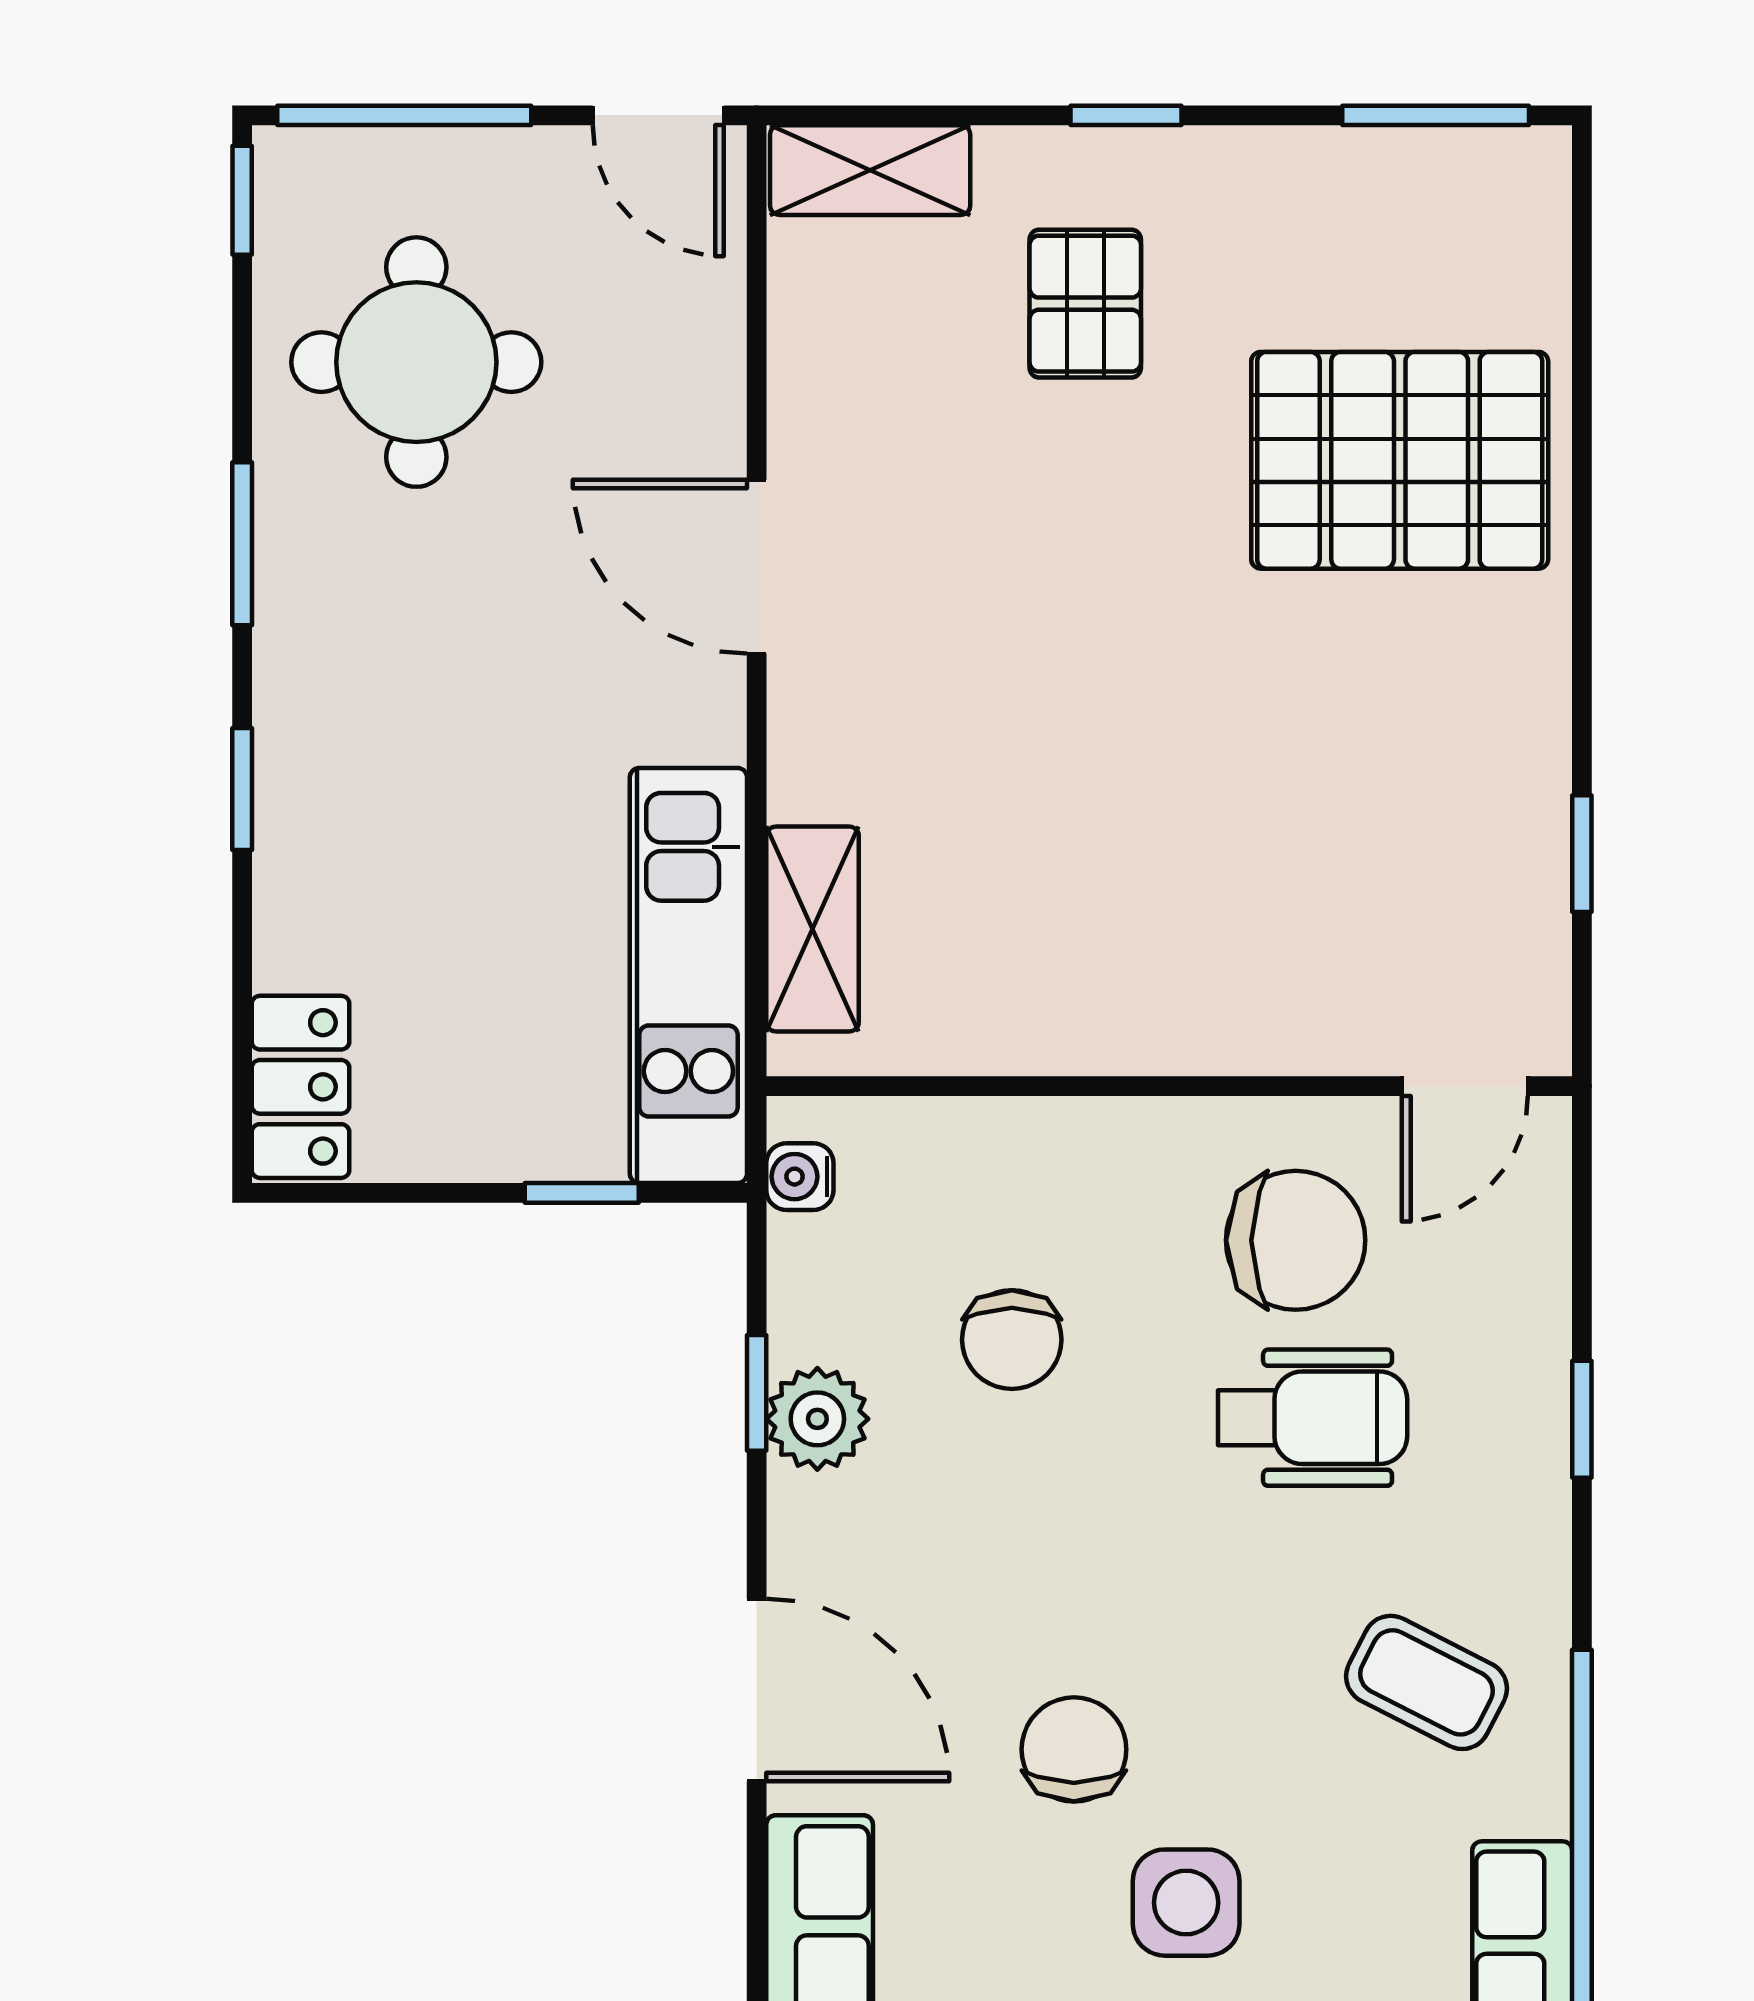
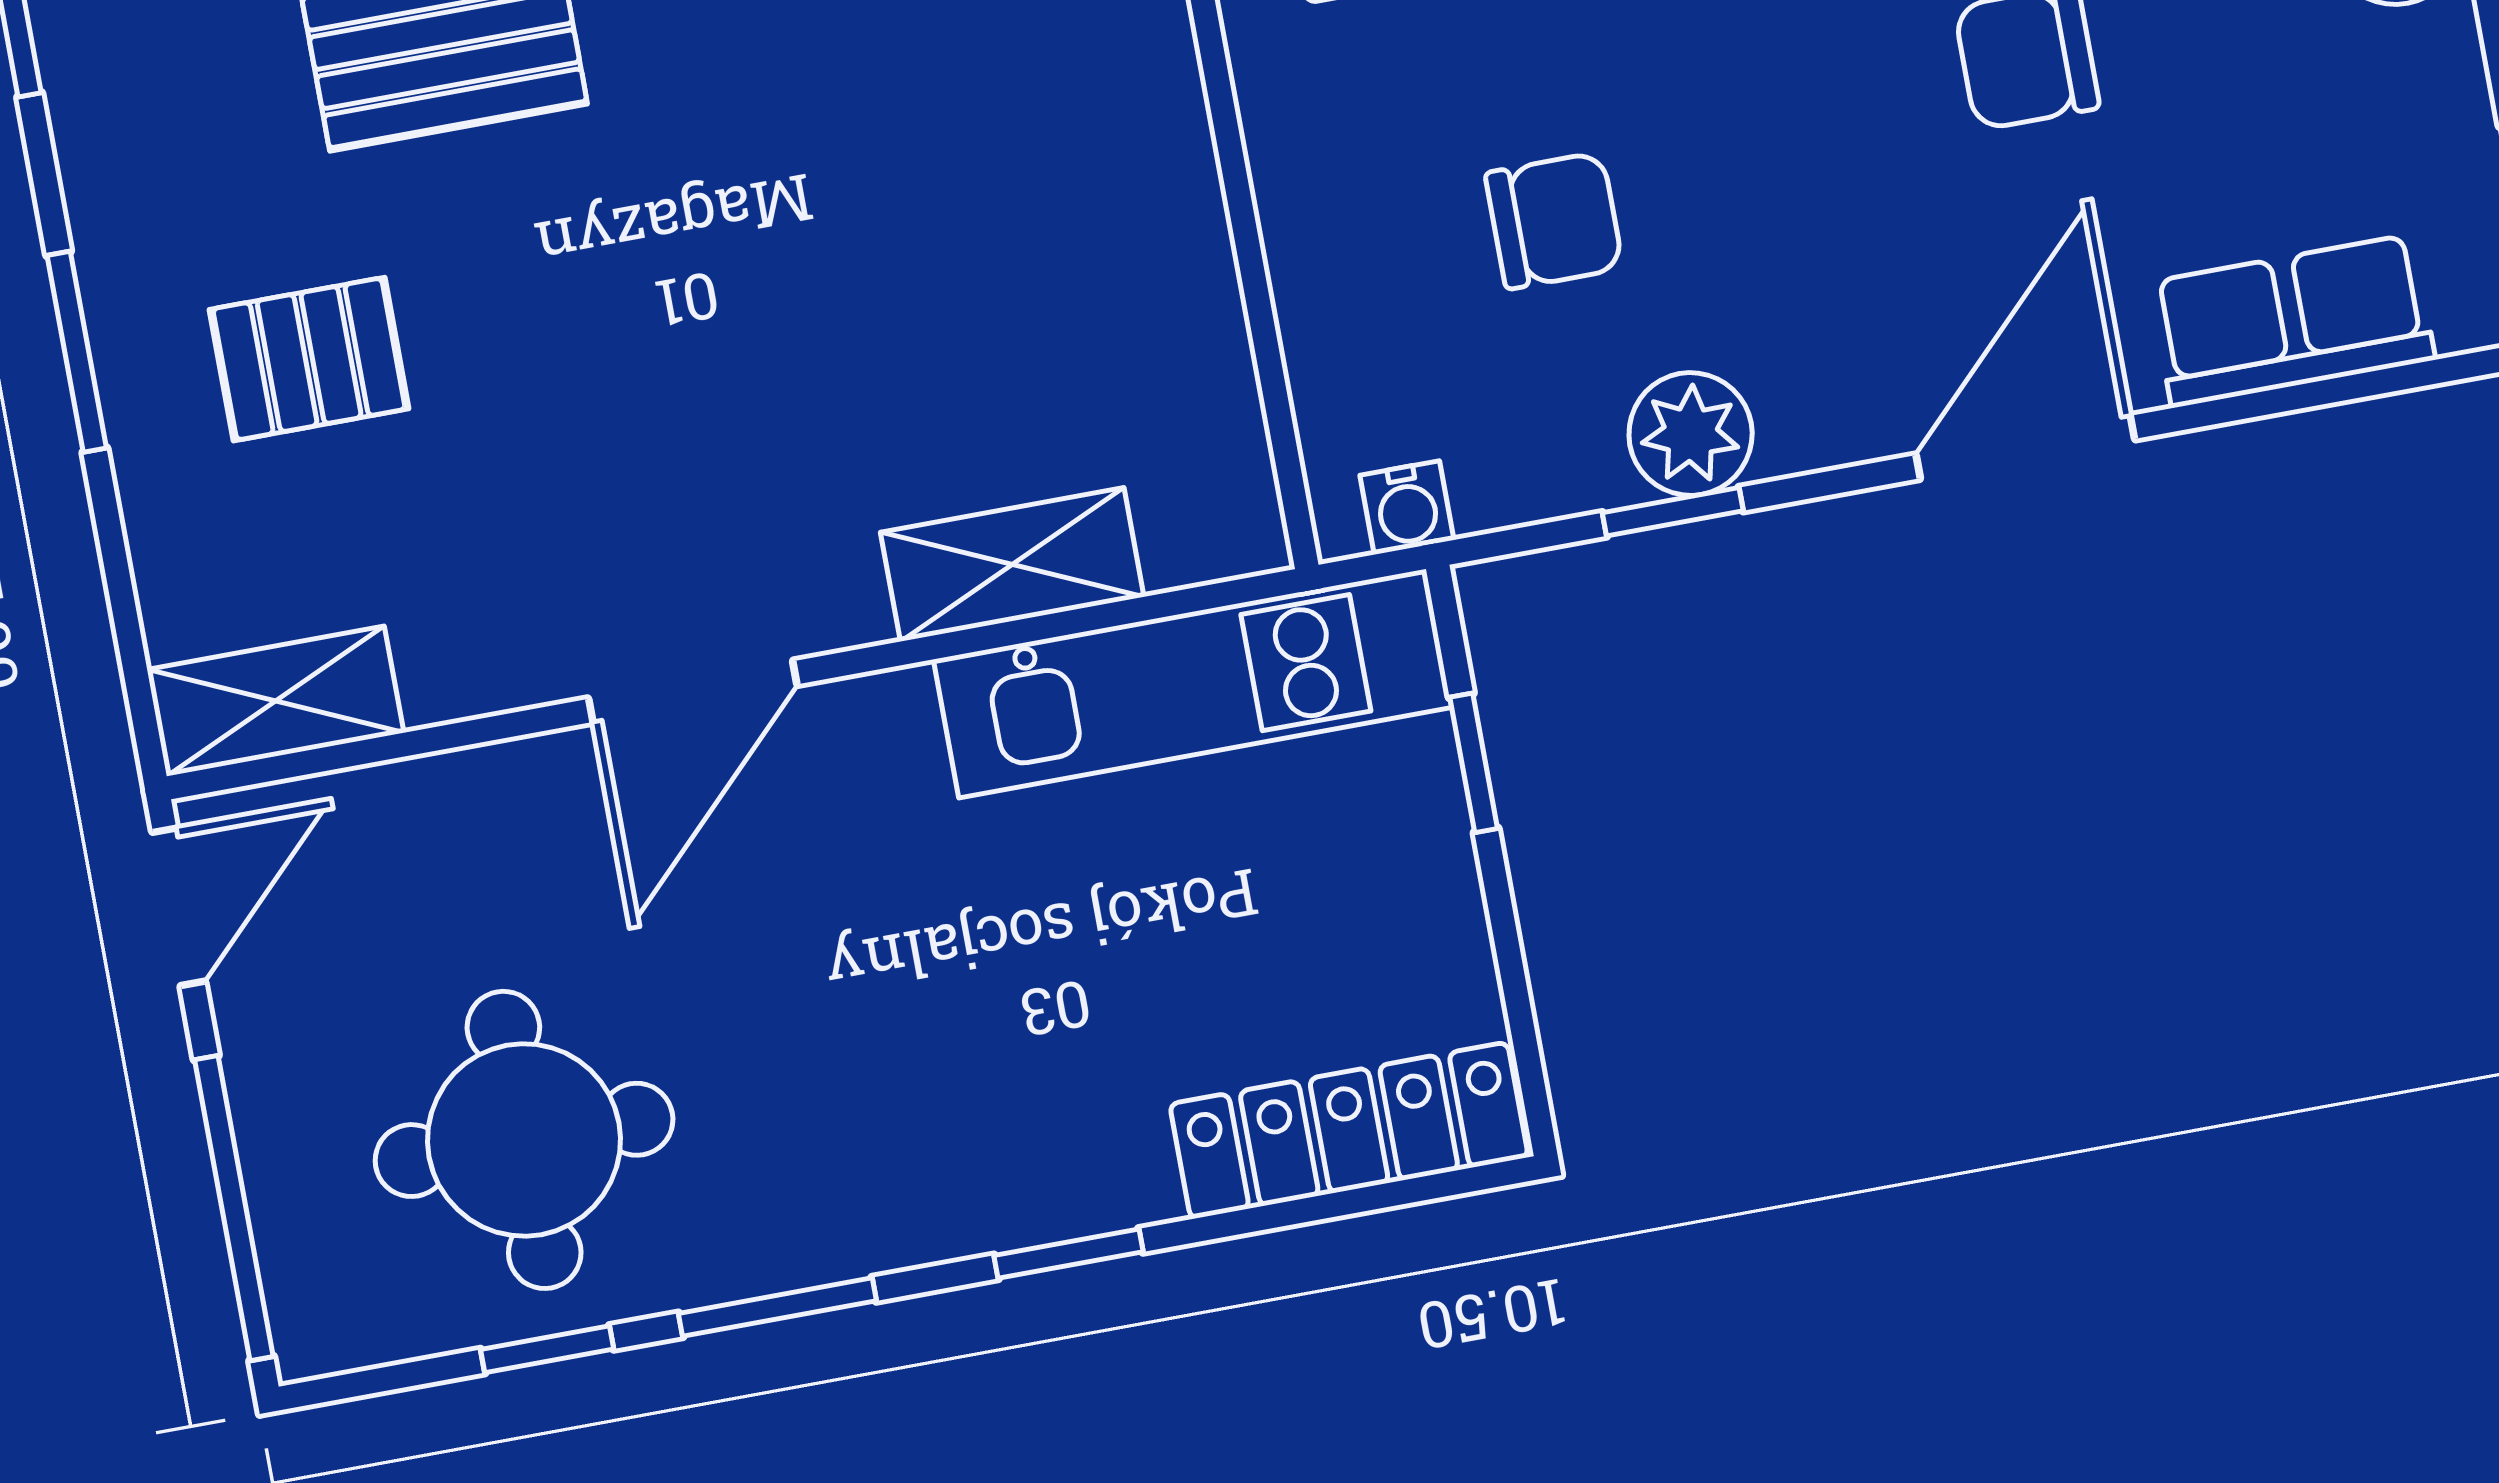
window: (1126, 115) -> (77, 352), width x1.50
shelving: (870, 170) -> (275, 701), moved, turned 90
window: (242, 200) -> (547, 1349), moved
shelving: (813, 929) -> (1012, 564), moved
locker: (301, 1087) -> (1349, 1131), width x1.53

